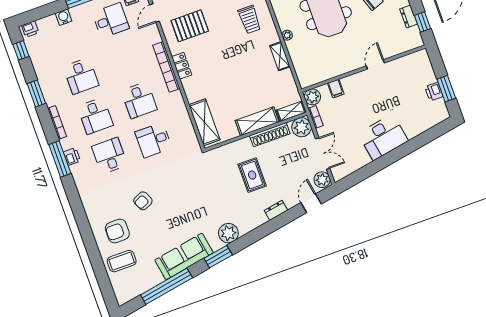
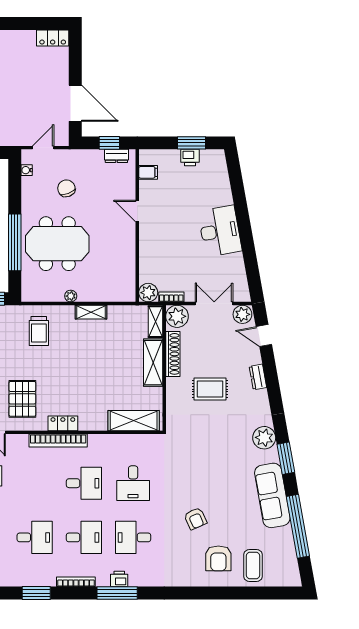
dresser: (409, 17) -> (116, 156), moved
trolley: (250, 19) -> (39, 331), turned 90
filing cabinet: (336, 89) -> (148, 172), moved

